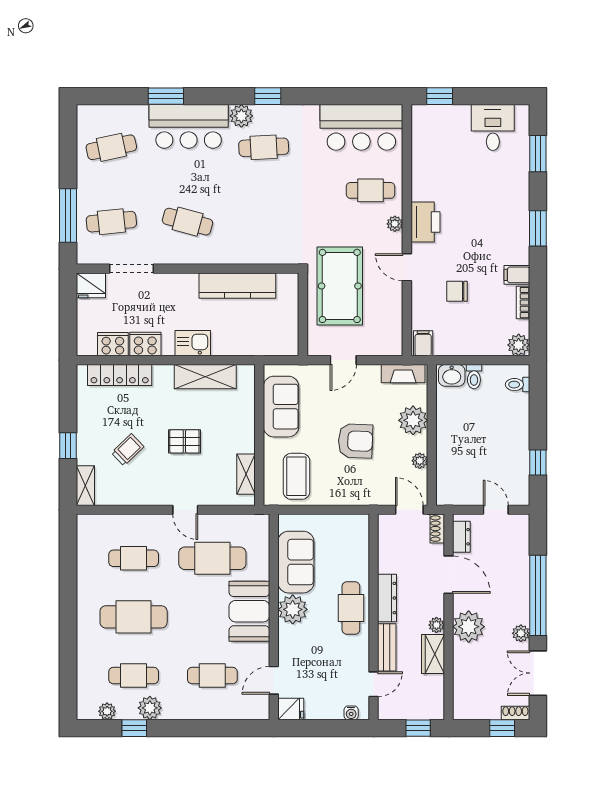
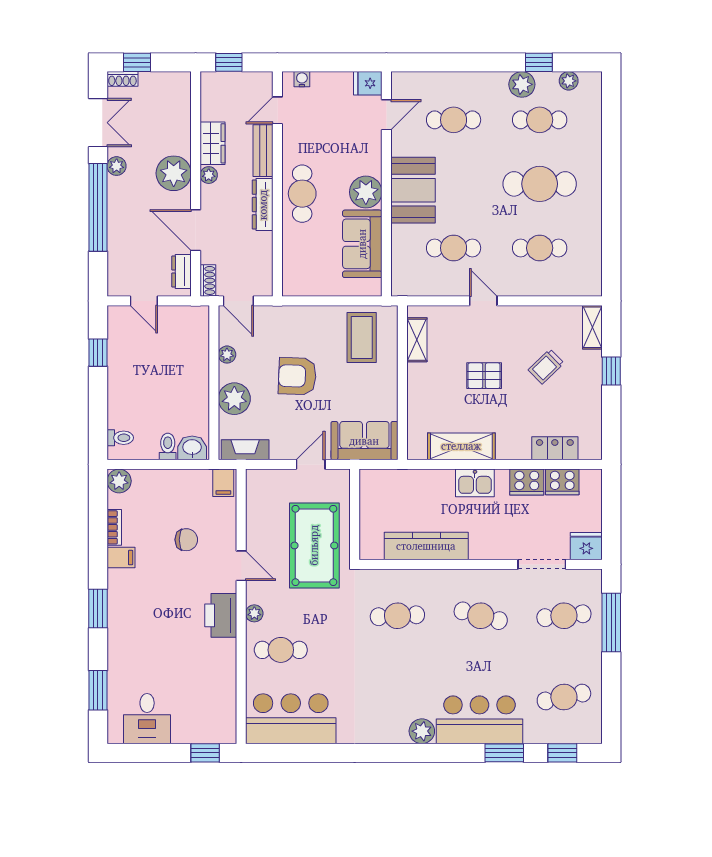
window: (268, 96) -> (562, 753), moved
cafe table: (264, 147) -> (397, 616), moved
locker: (120, 375) -> (555, 448), width x0.66
sofa: (281, 407) -> (364, 441), moved, turned 90
cafe table: (212, 558) -> (454, 248), width x0.73, depth x0.74

